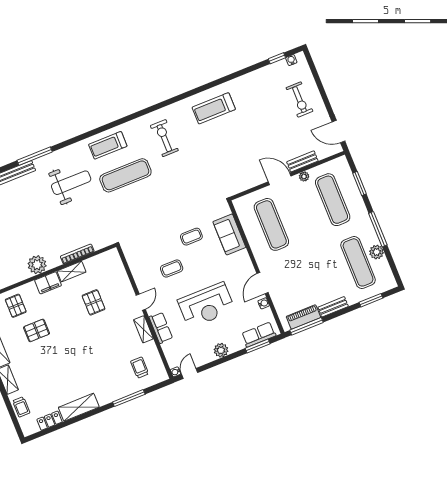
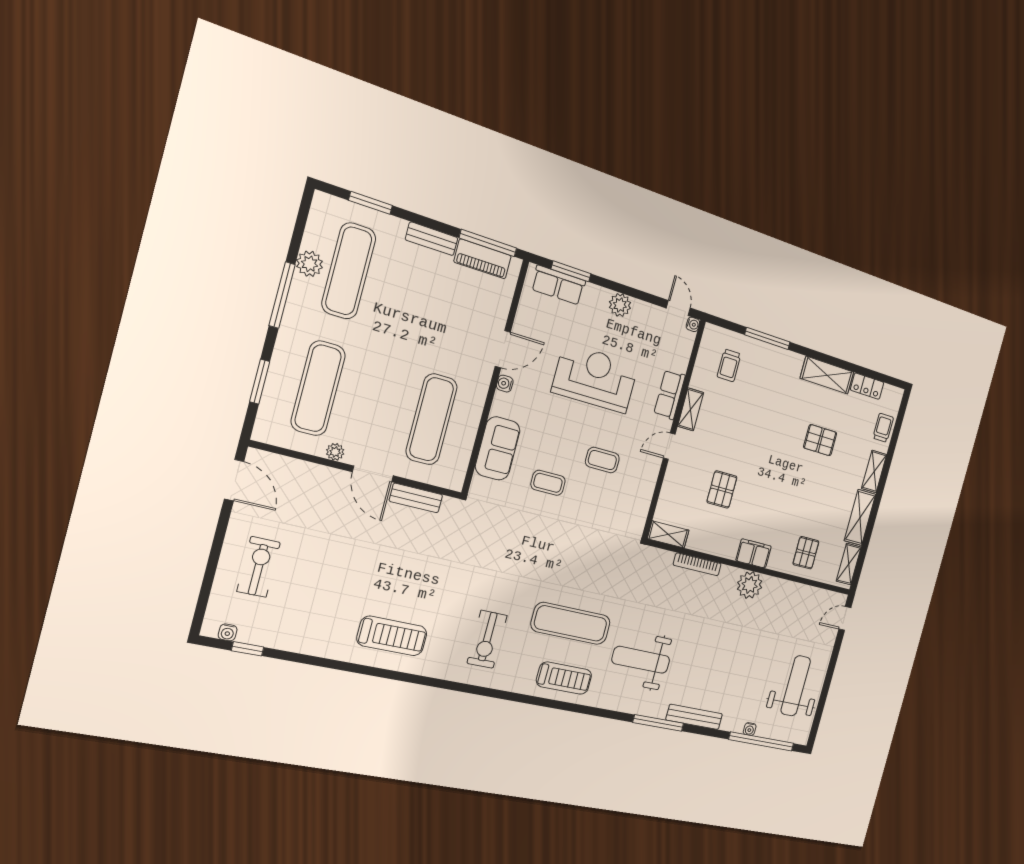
bench: (302, 161) -> (416, 498), moved
shelving: (71, 272) -> (668, 534), moved
water cooler: (264, 303) -> (505, 384), moved
pallet: (37, 330) -> (820, 440), moved
door: (190, 373) -> (678, 308), swing flipped

